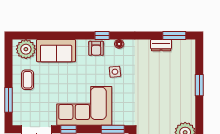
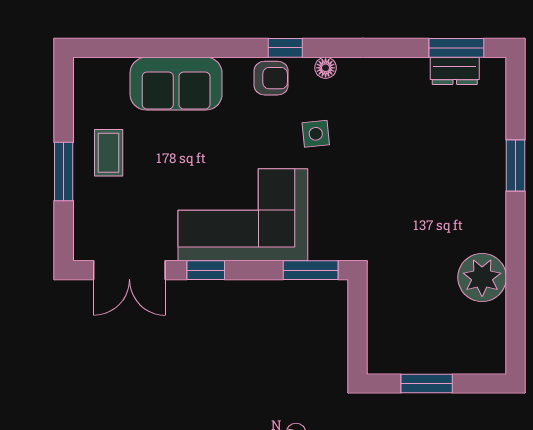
dresser: (161, 45) -> (455, 71), moved
armchair: (96, 48) -> (271, 78), turned -90
plant: (26, 49) -> (105, 80), removed
window: (9, 100) -> (64, 172), moved

